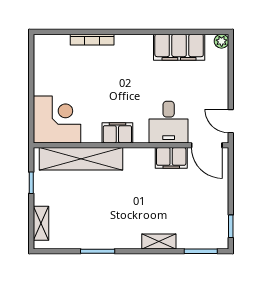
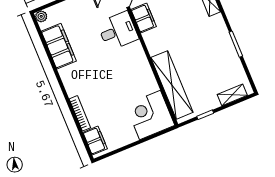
filing cabinet: (117, 133) -> (95, 141), moved, turned 180

